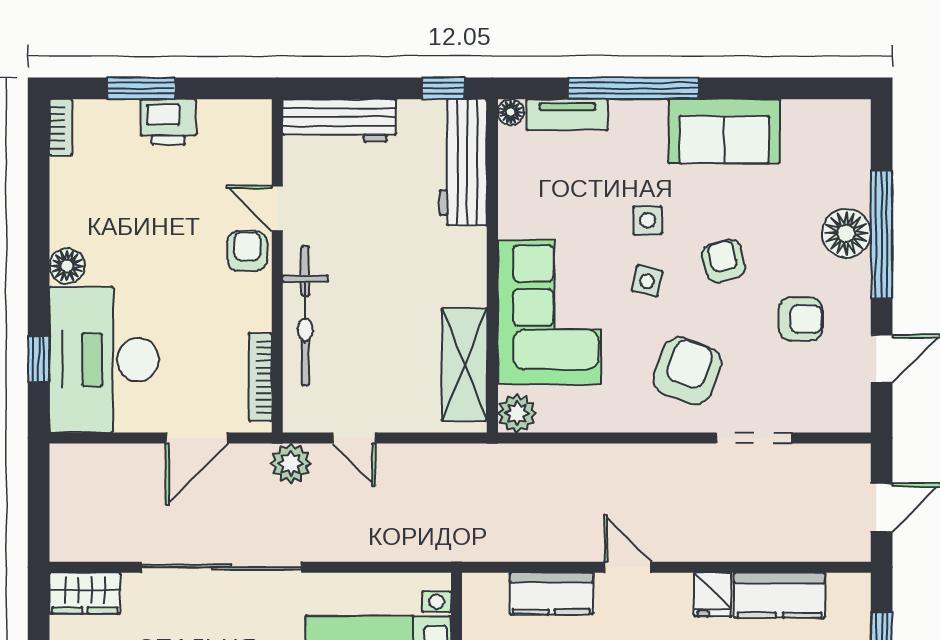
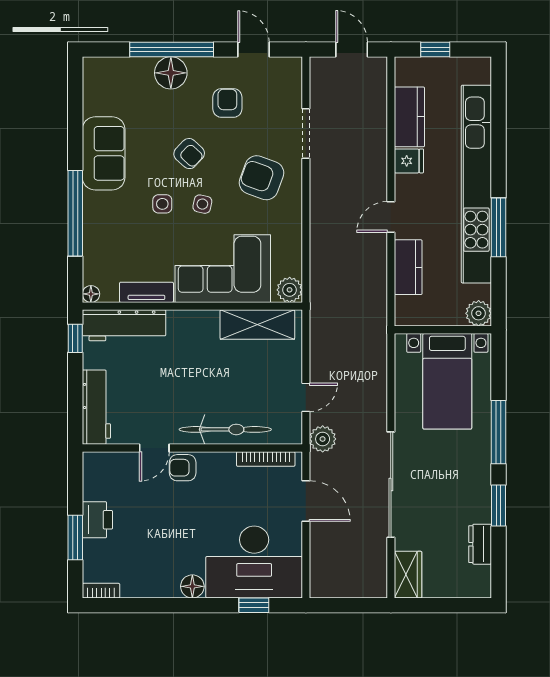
tv unit: (567, 115) -> (146, 292), moved, turned -90
armchair: (724, 261) -> (189, 154), turned -122

